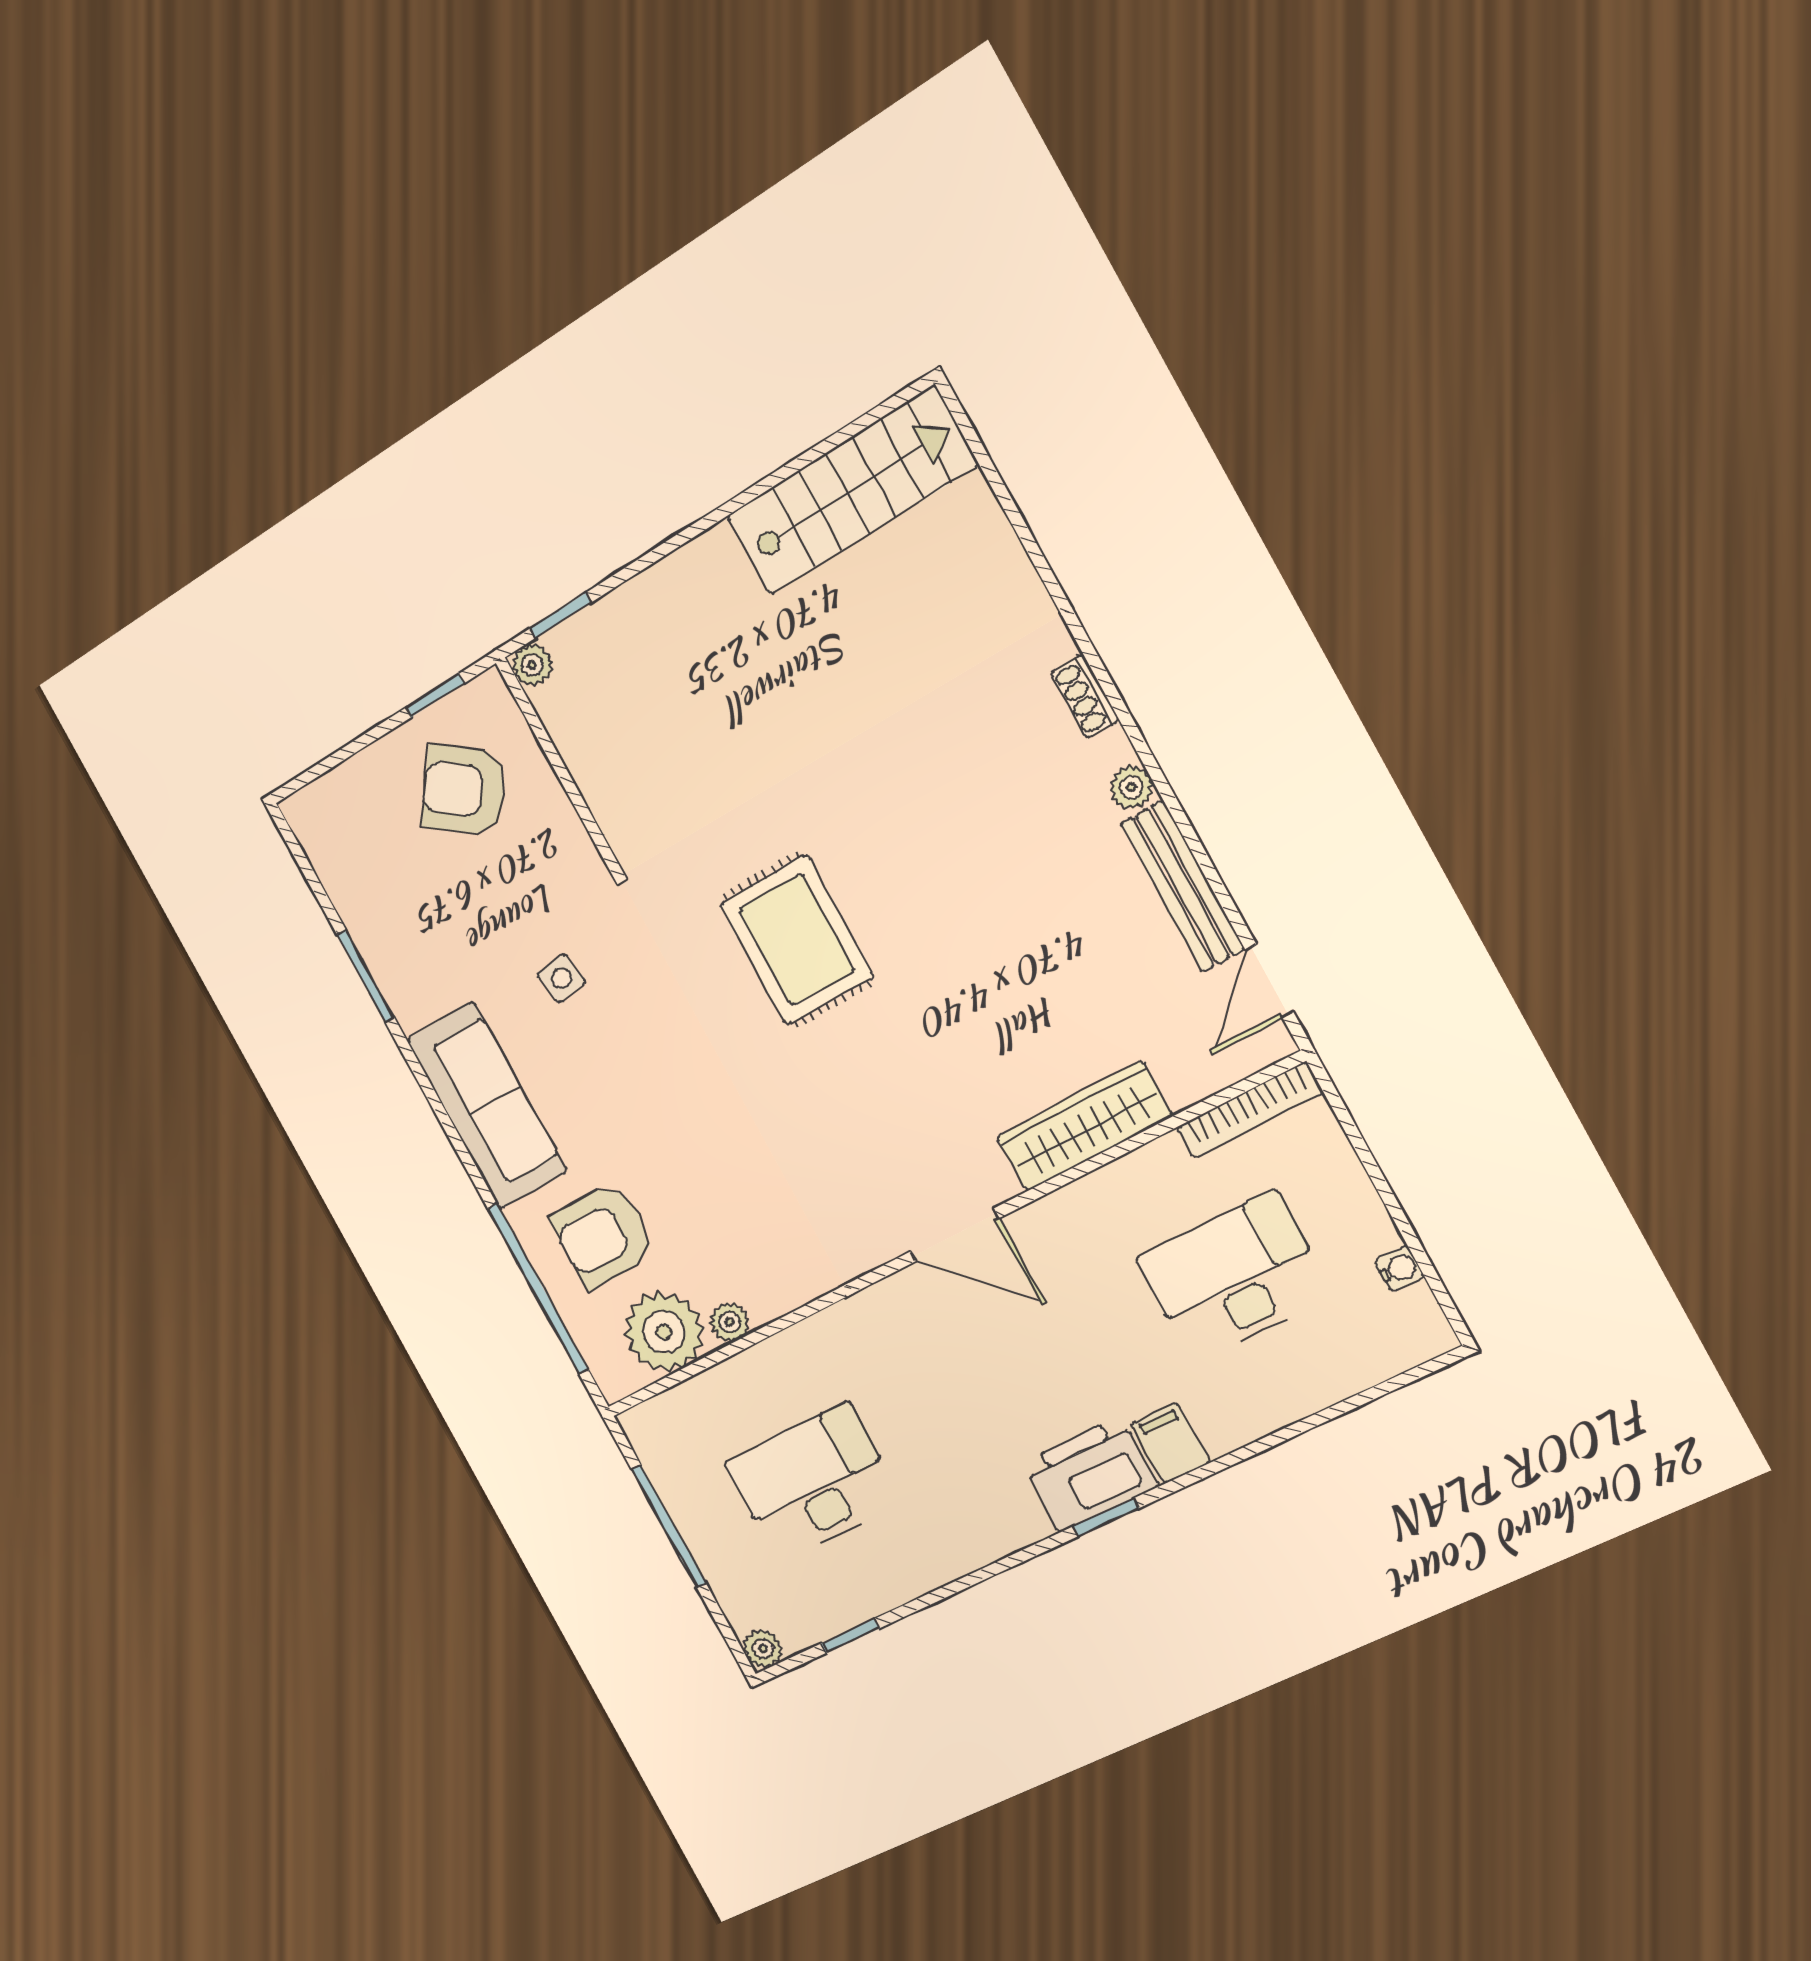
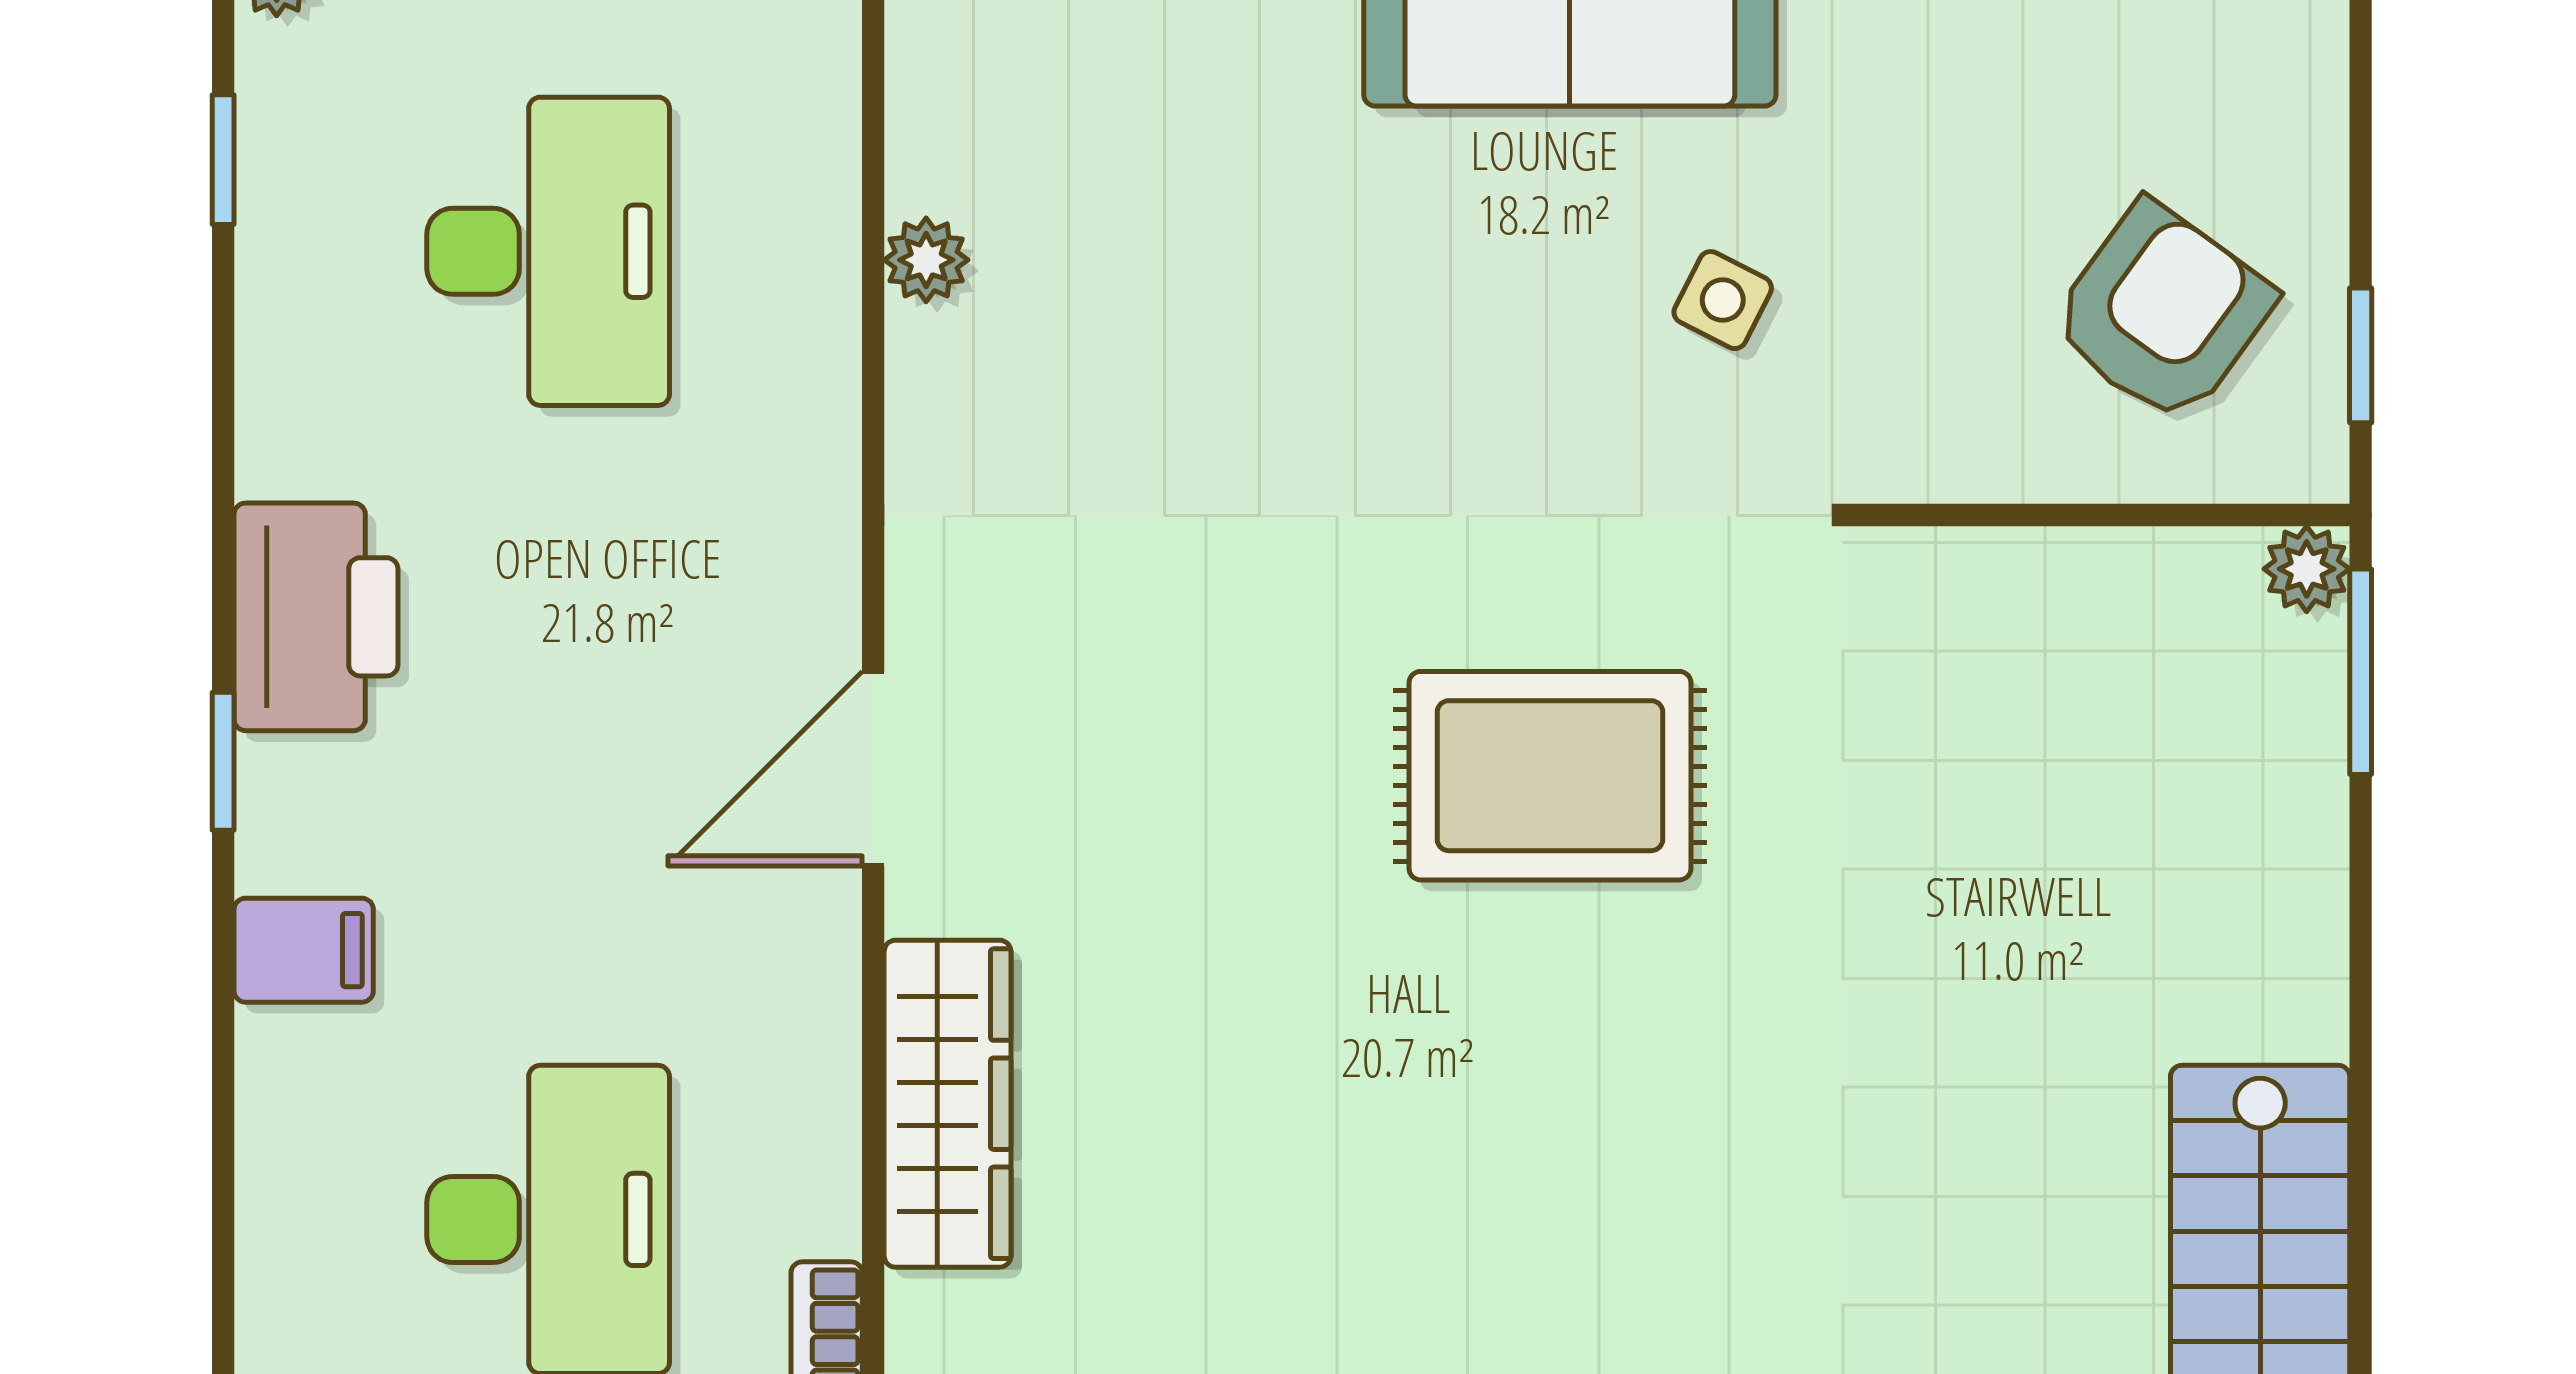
window: (561, 615) -> (2361, 672), width x1.50
side table: (561, 978) -> (1723, 300), turned 36
armchair: (603, 1235) -> (1211, 108), removed
plant: (664, 1332) -> (971, 122), removed
printer: (1090, 1474) -> (316, 617), moved

